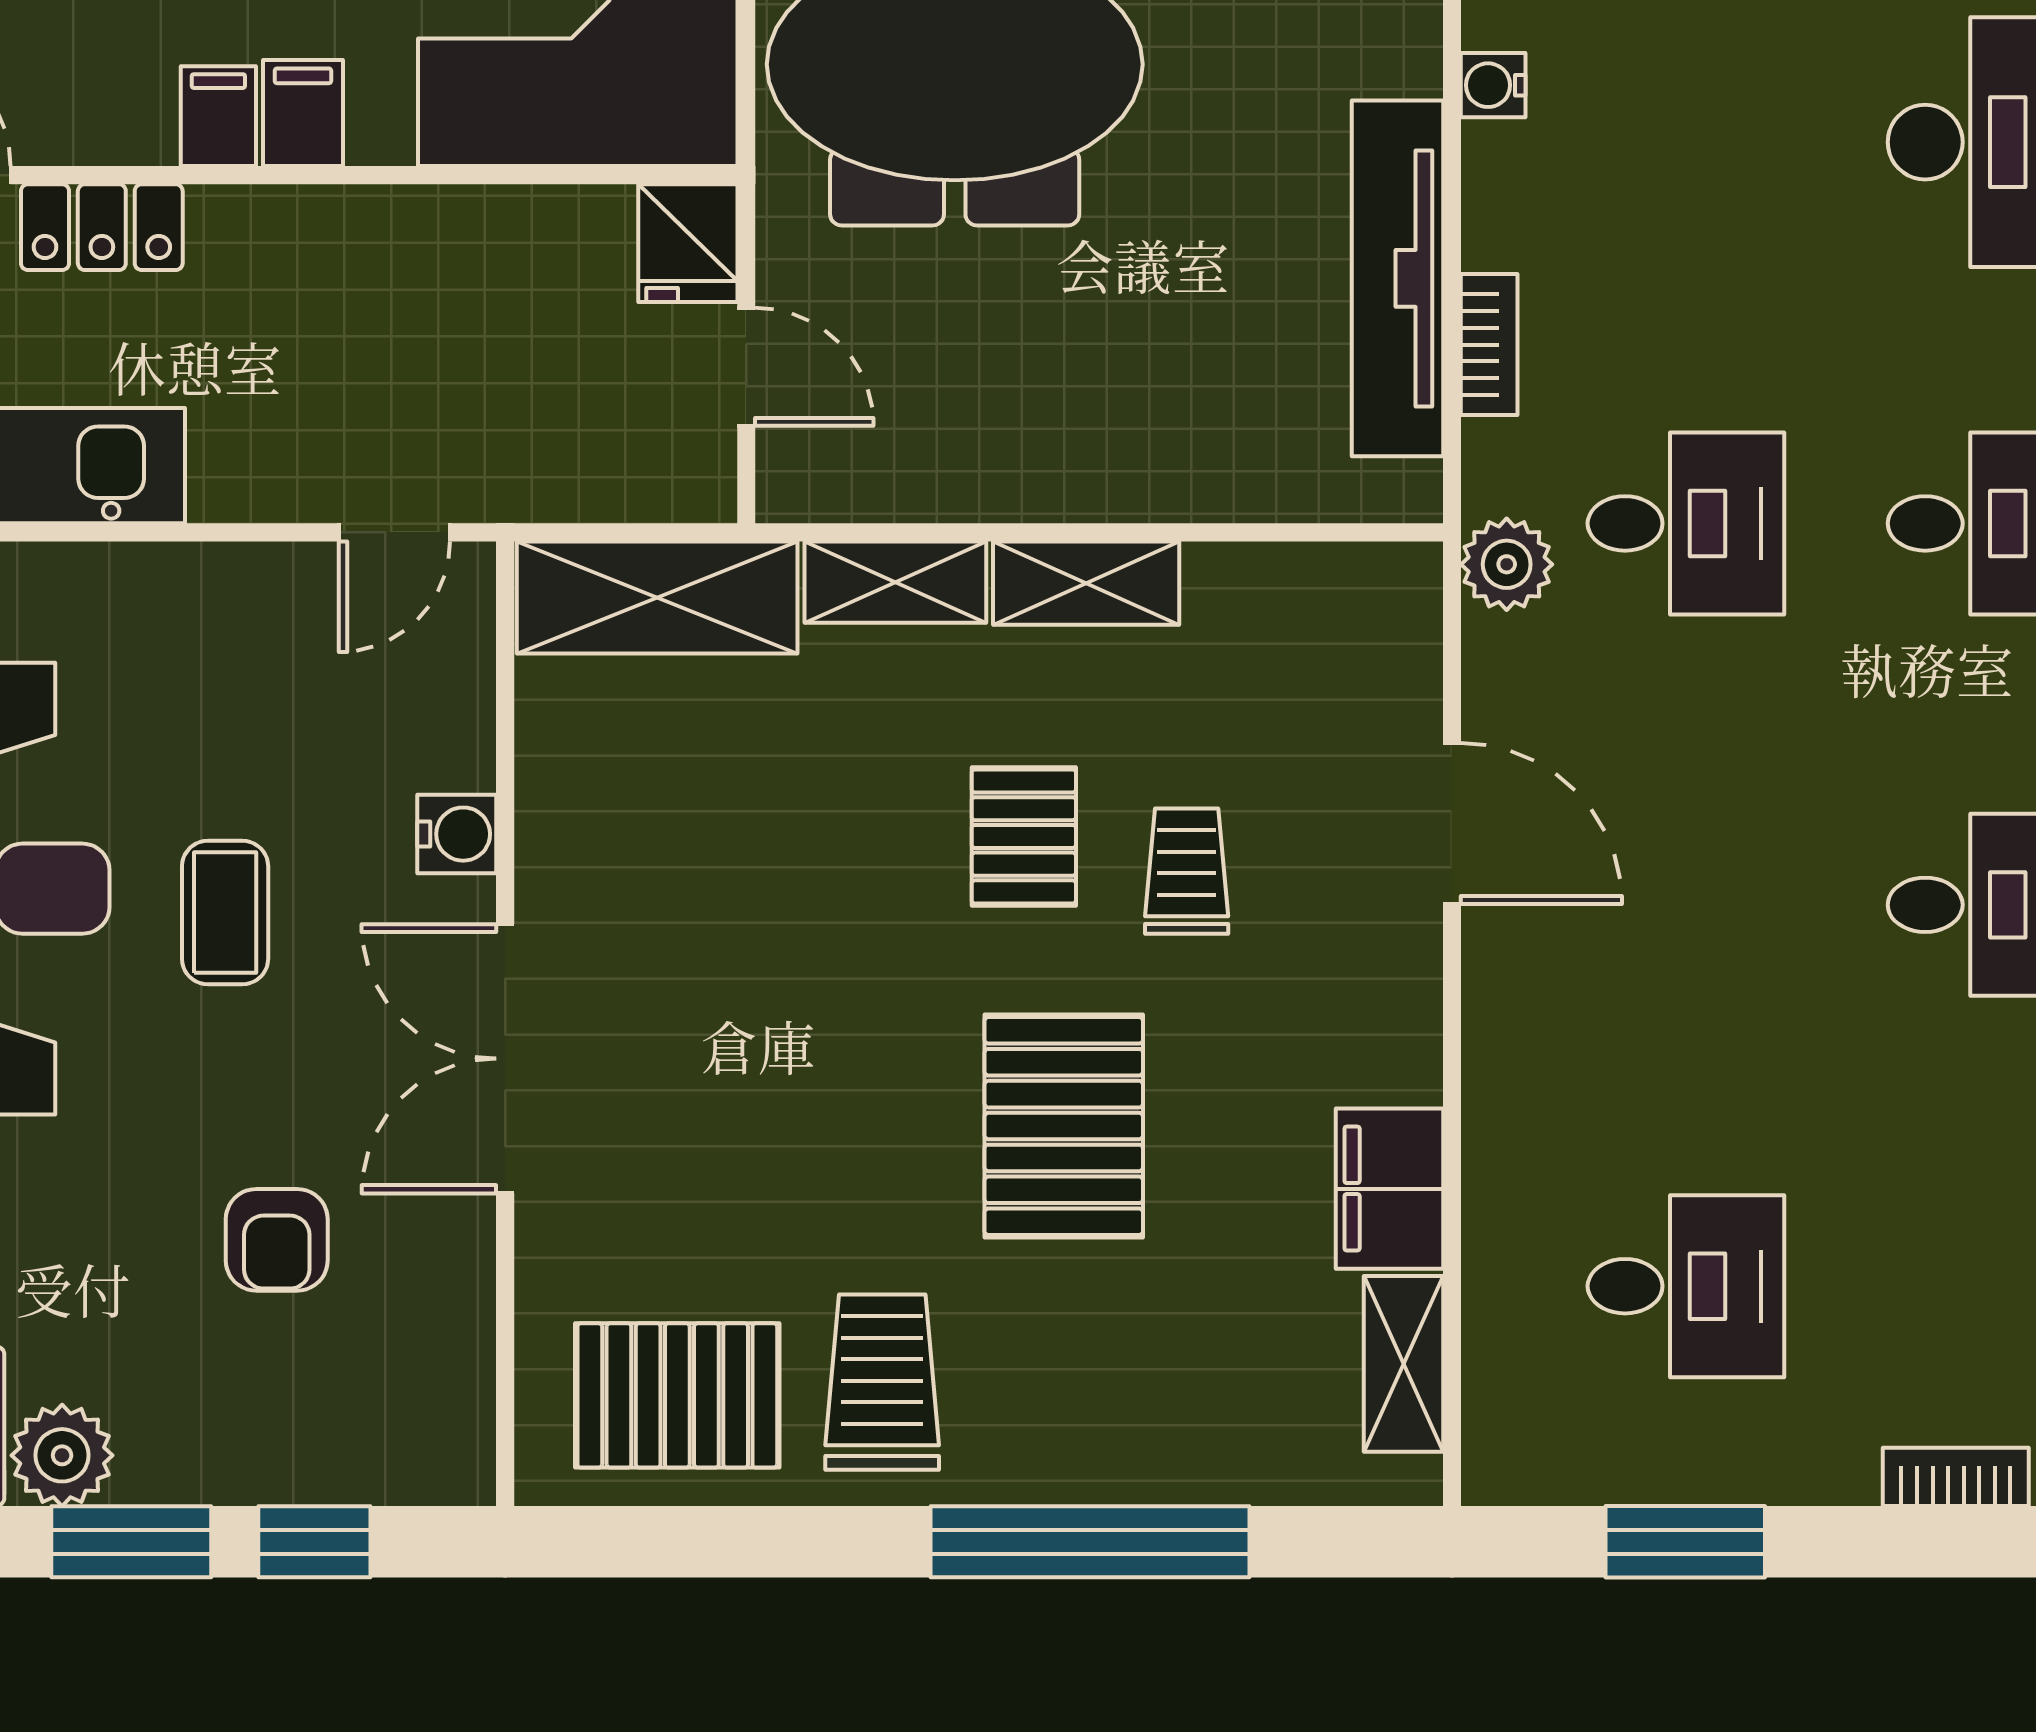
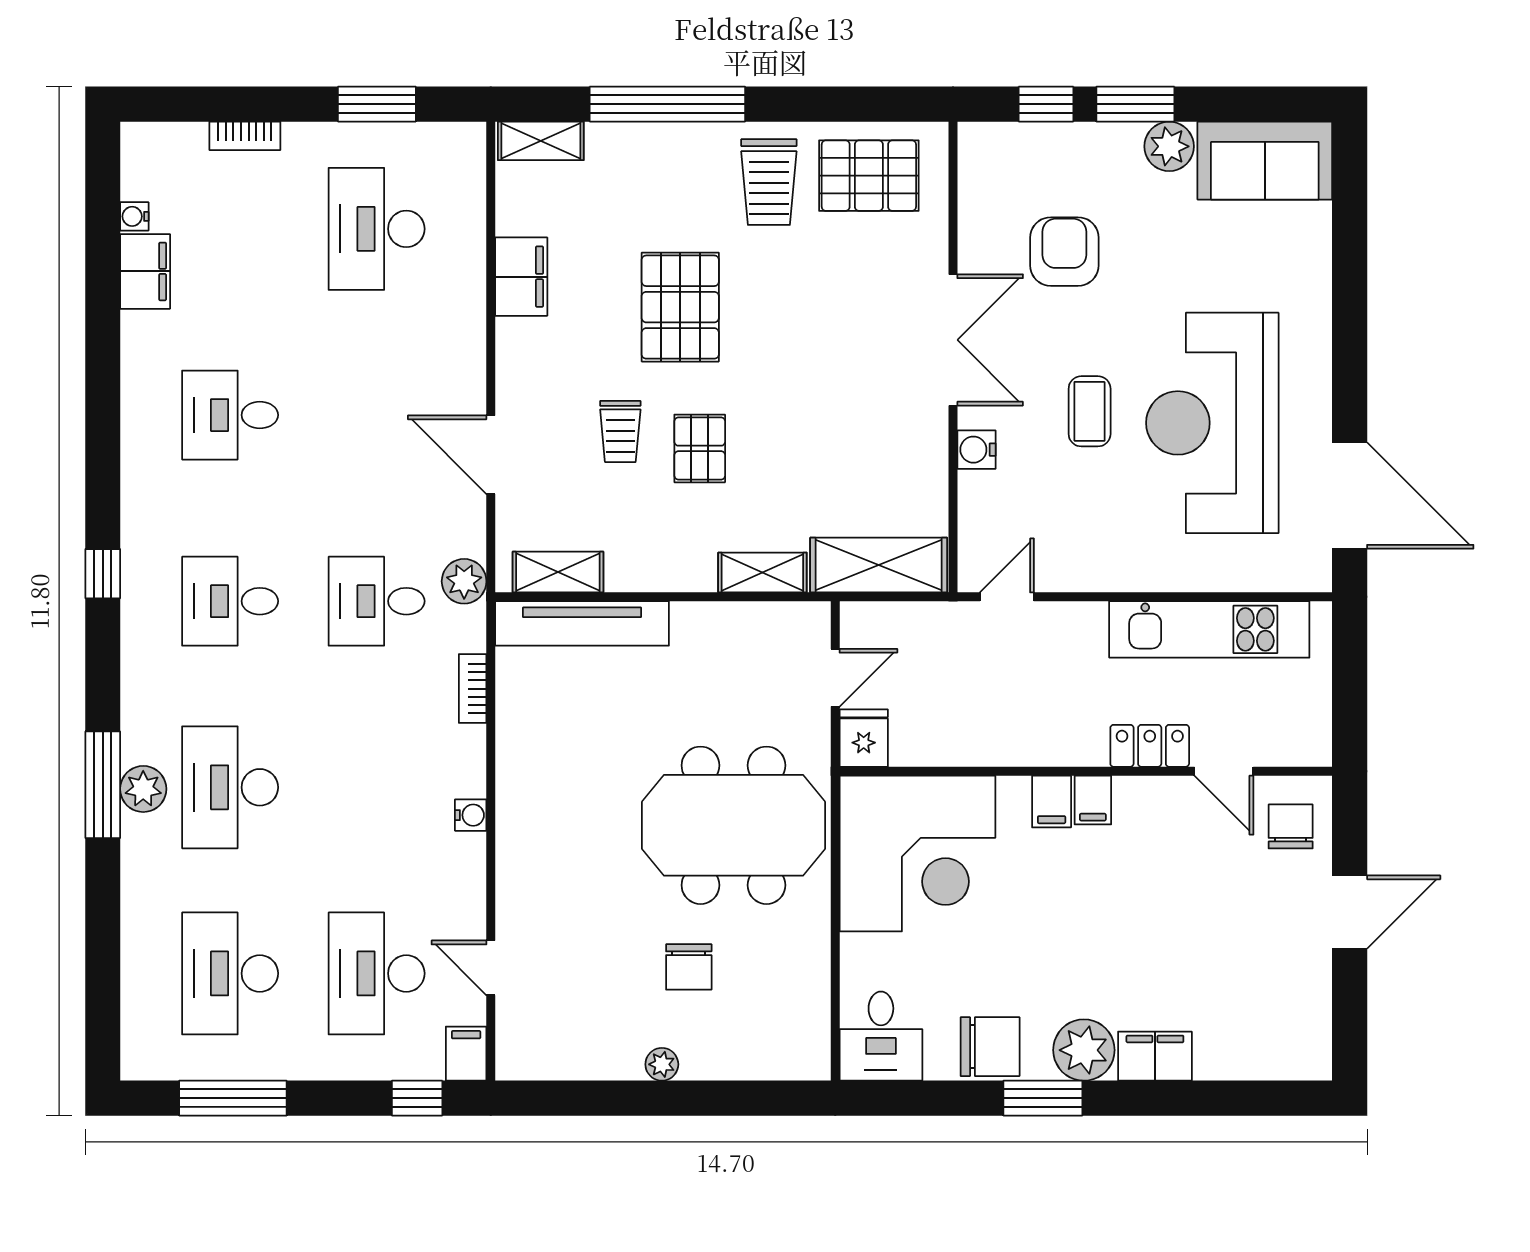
tv unit: (1397, 278) -> (582, 623), moved, turned 90
door: (746, 367) -> (835, 678), swing flipped
shelving: (1086, 583) -> (558, 572), moved
armchair: (277, 1240) -> (1064, 252), width x1.38, depth x1.38
desk: (1686, 1286) -> (377, 229), width x1.37
shelving: (1403, 1364) -> (541, 141), moved, turned 90

